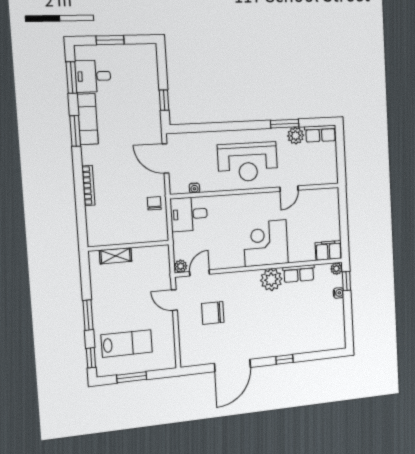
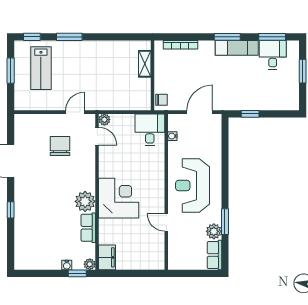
wall: (129, 246) -> (152, 75), moved
shelving: (116, 256) -> (145, 64), moved

